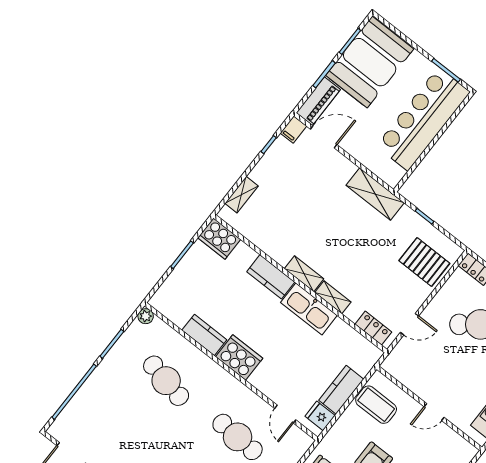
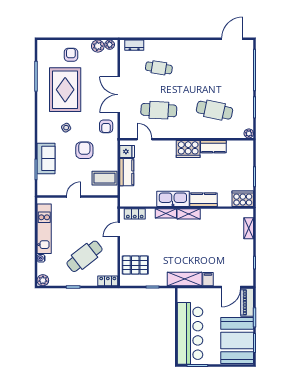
filing cabinet: (293, 129) -> (208, 279), moved

